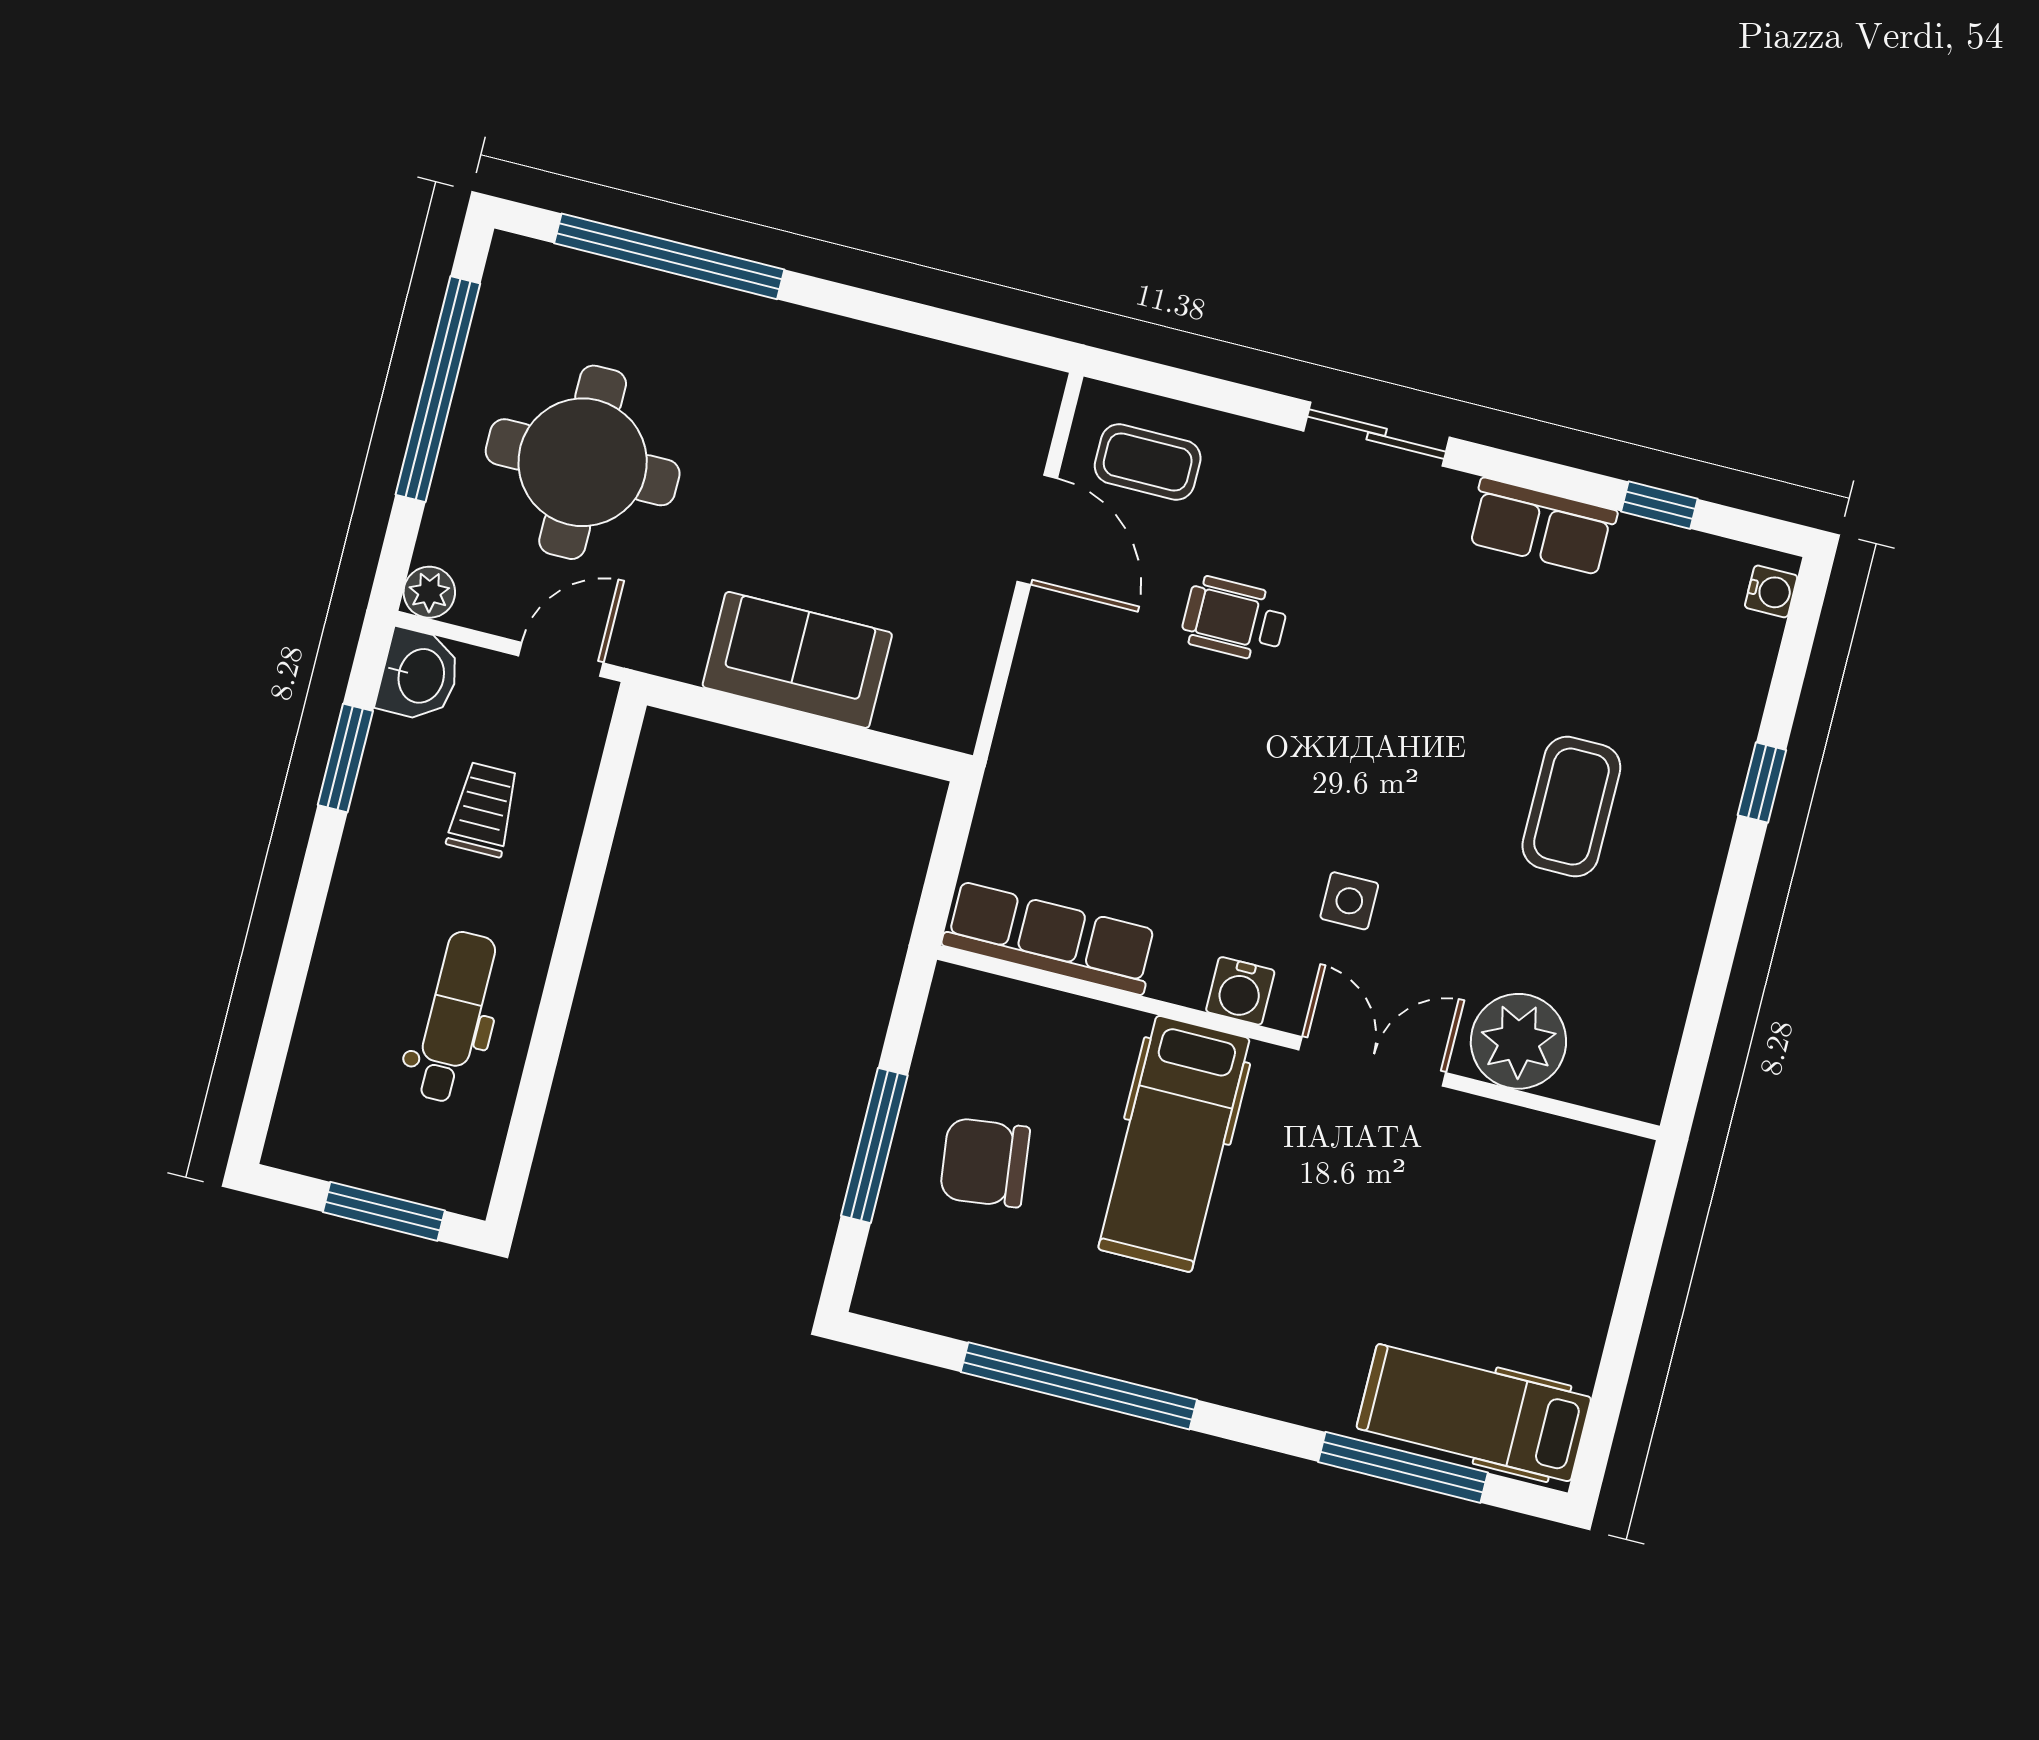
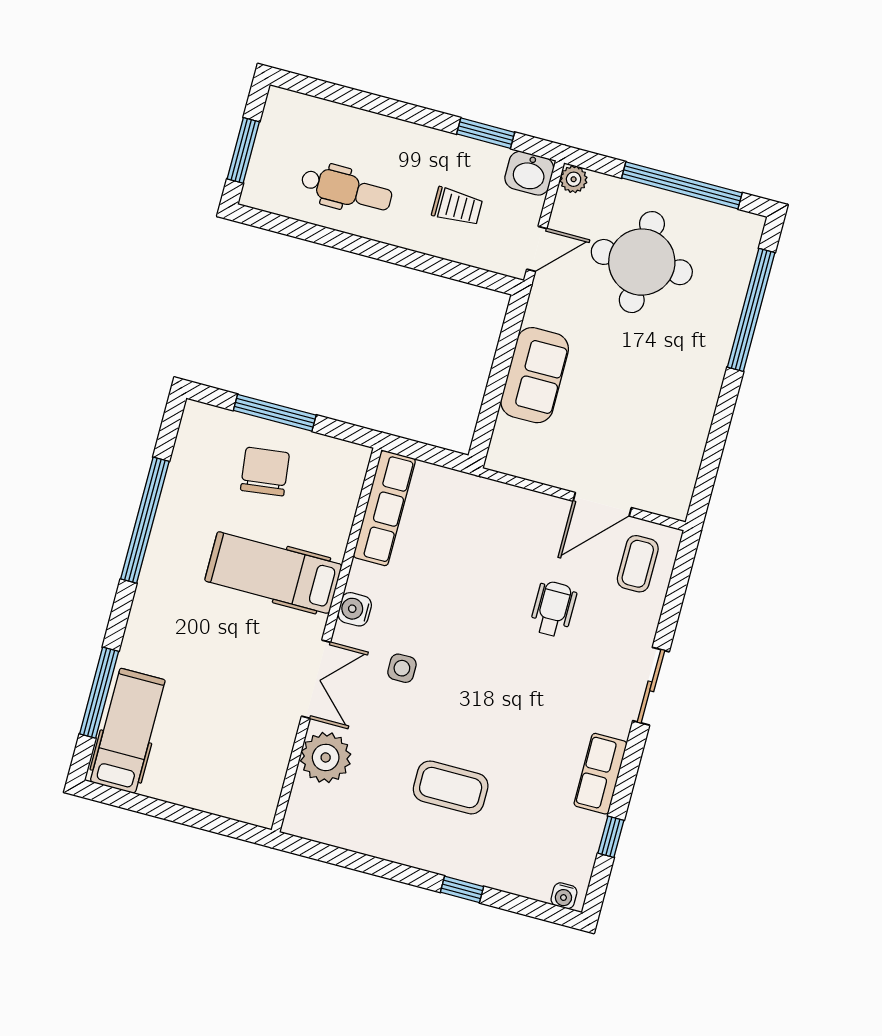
door: (561, 659) -> (537, 249), hinge flipped

